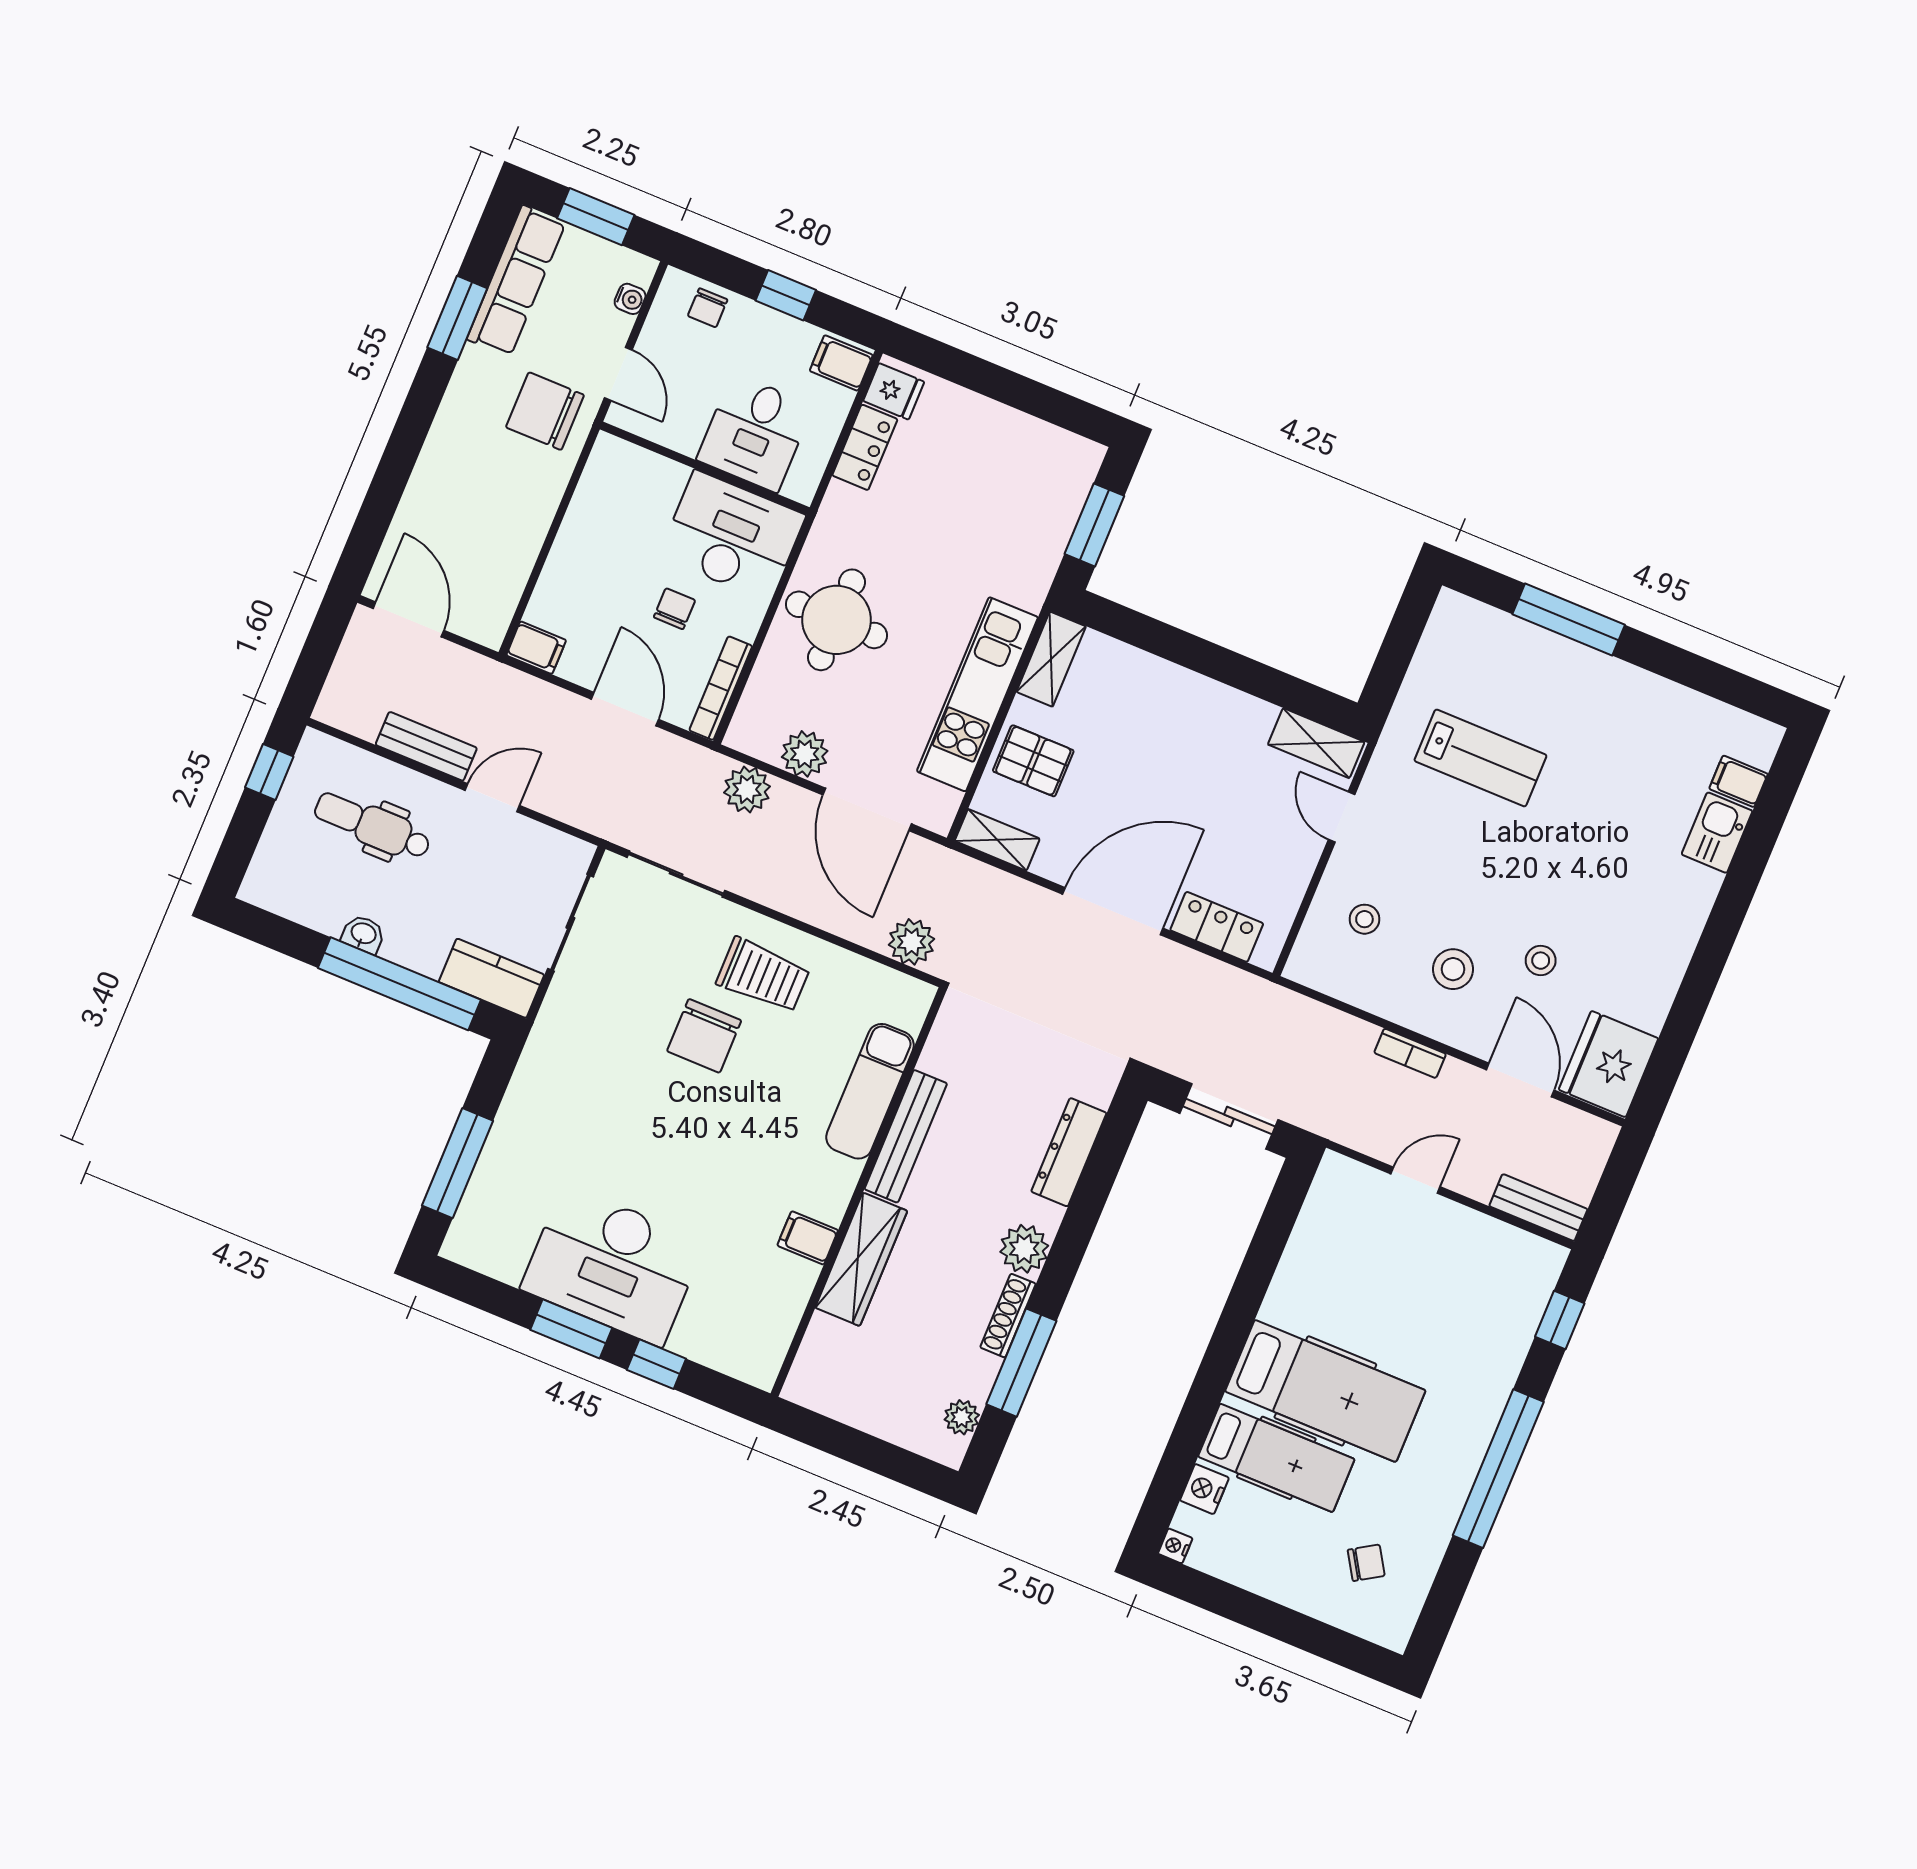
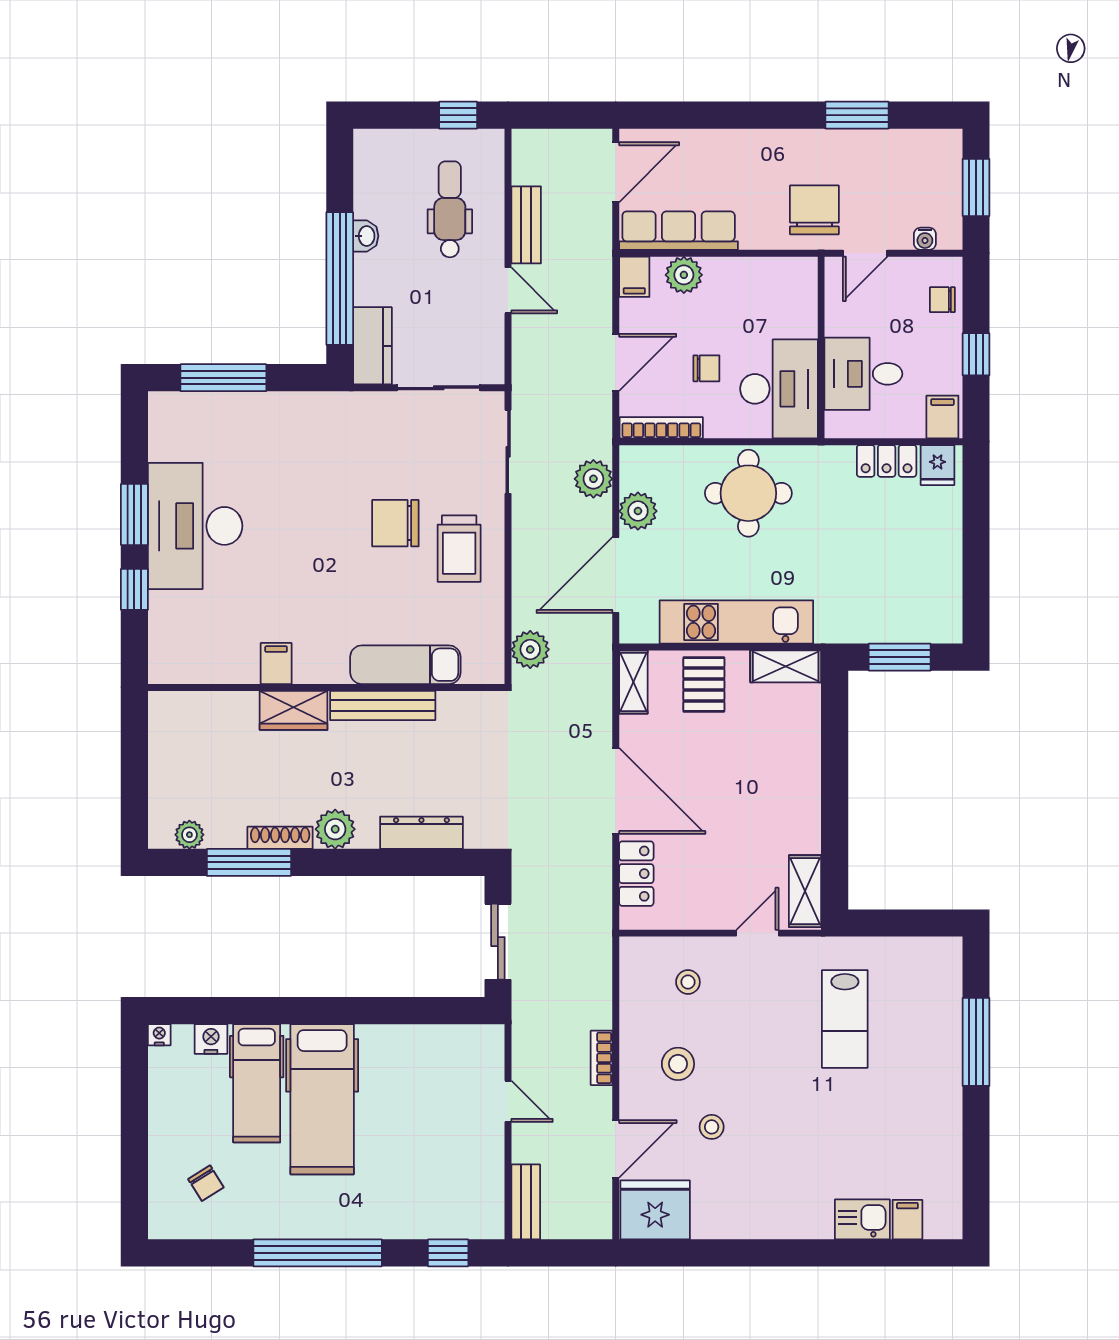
row of seats: (516, 281) -> (679, 231), moved, turned 180
plant: (558, 590) -> (684, 275), added
wardrobe: (861, 1259) -> (294, 710), width x0.67

